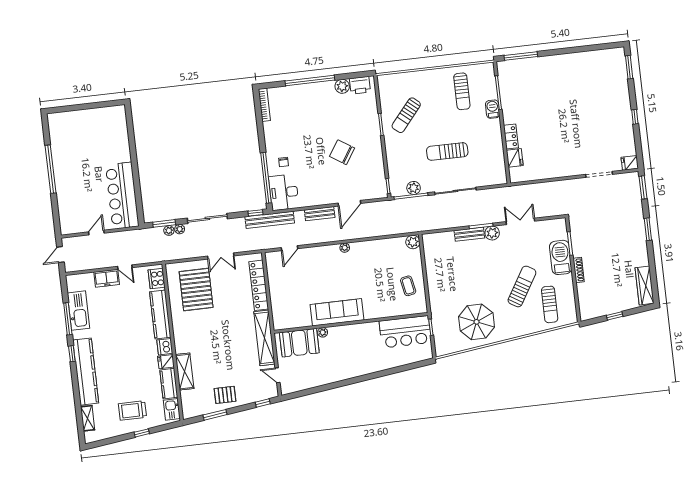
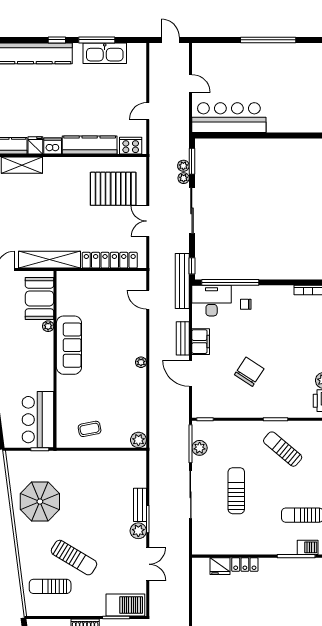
barbecue: (493, 109) -> (308, 547), moved
filing cabinet: (321, 198) -> (201, 342), added
barbecue: (561, 257) -> (125, 605), moved
freezer: (107, 278) -> (138, 89), removed

